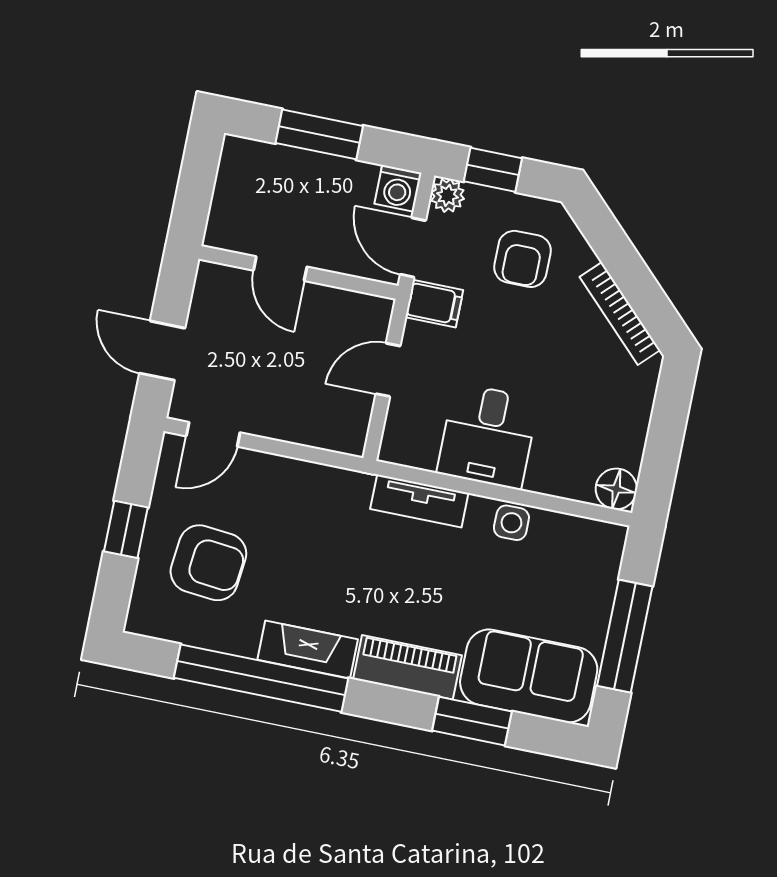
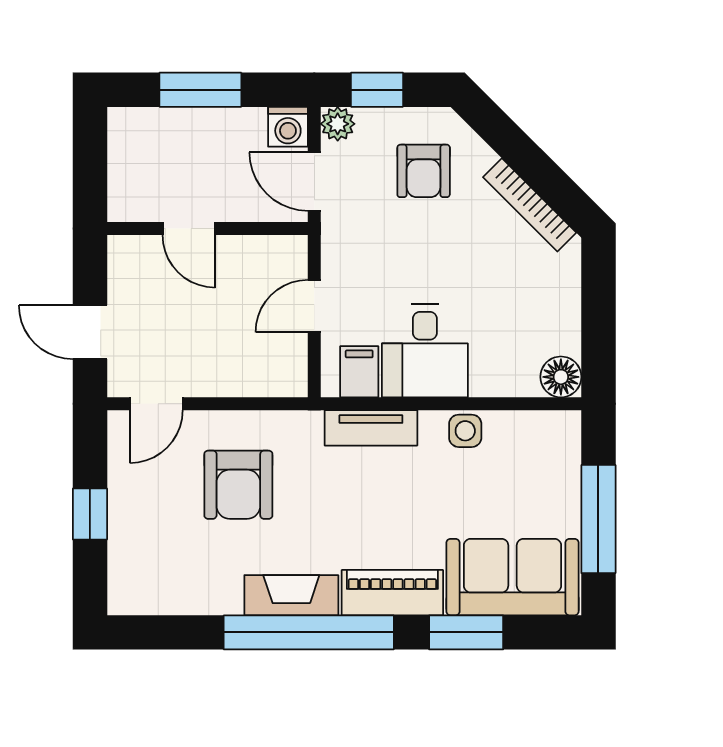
filing cabinet: (434, 304) -> (359, 372), moved, turned -90
armchair: (208, 563) -> (238, 485), moved, turned 84
window: (261, 678) -> (309, 632), moved

